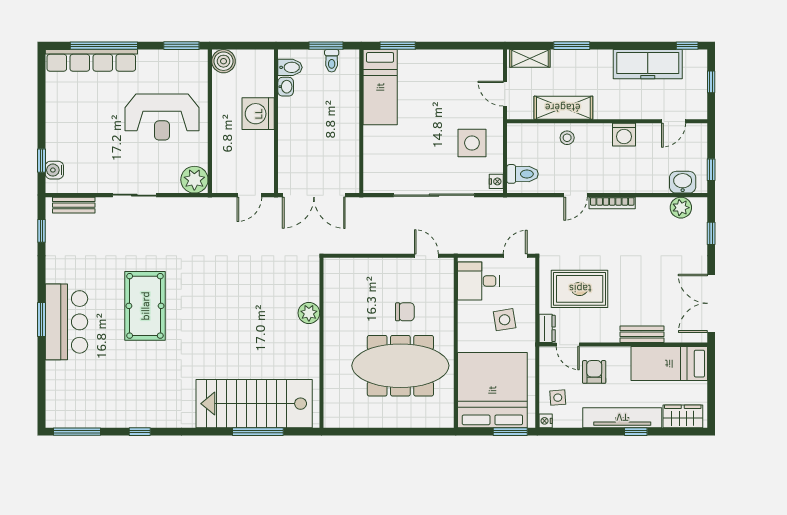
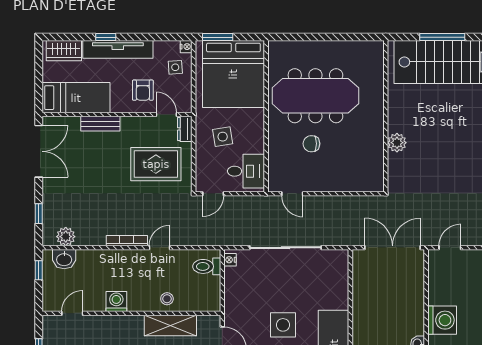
side table: (472, 143) -> (283, 325), moved

